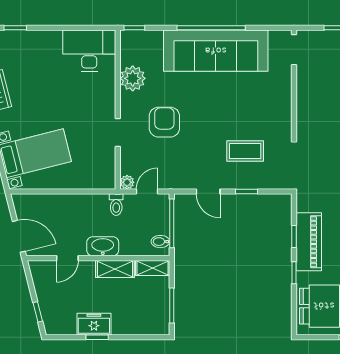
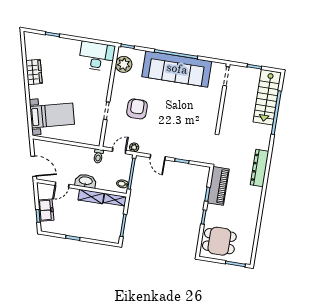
plant: (133, 78) -> (124, 64), moved
coffee table: (245, 151) -> (185, 135), removed
plant: (127, 182) -> (134, 147), moved
piano: (309, 242) -> (218, 186), moved
freezer: (94, 324) -> (46, 210), moved, turned 76

